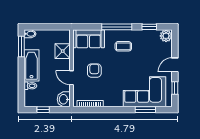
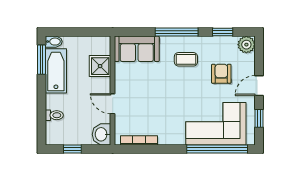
bathtub: (31, 65) -> (56, 71), moved
armchair: (94, 71) -> (221, 74), moved
window: (145, 110) -> (217, 149), width x2.11

